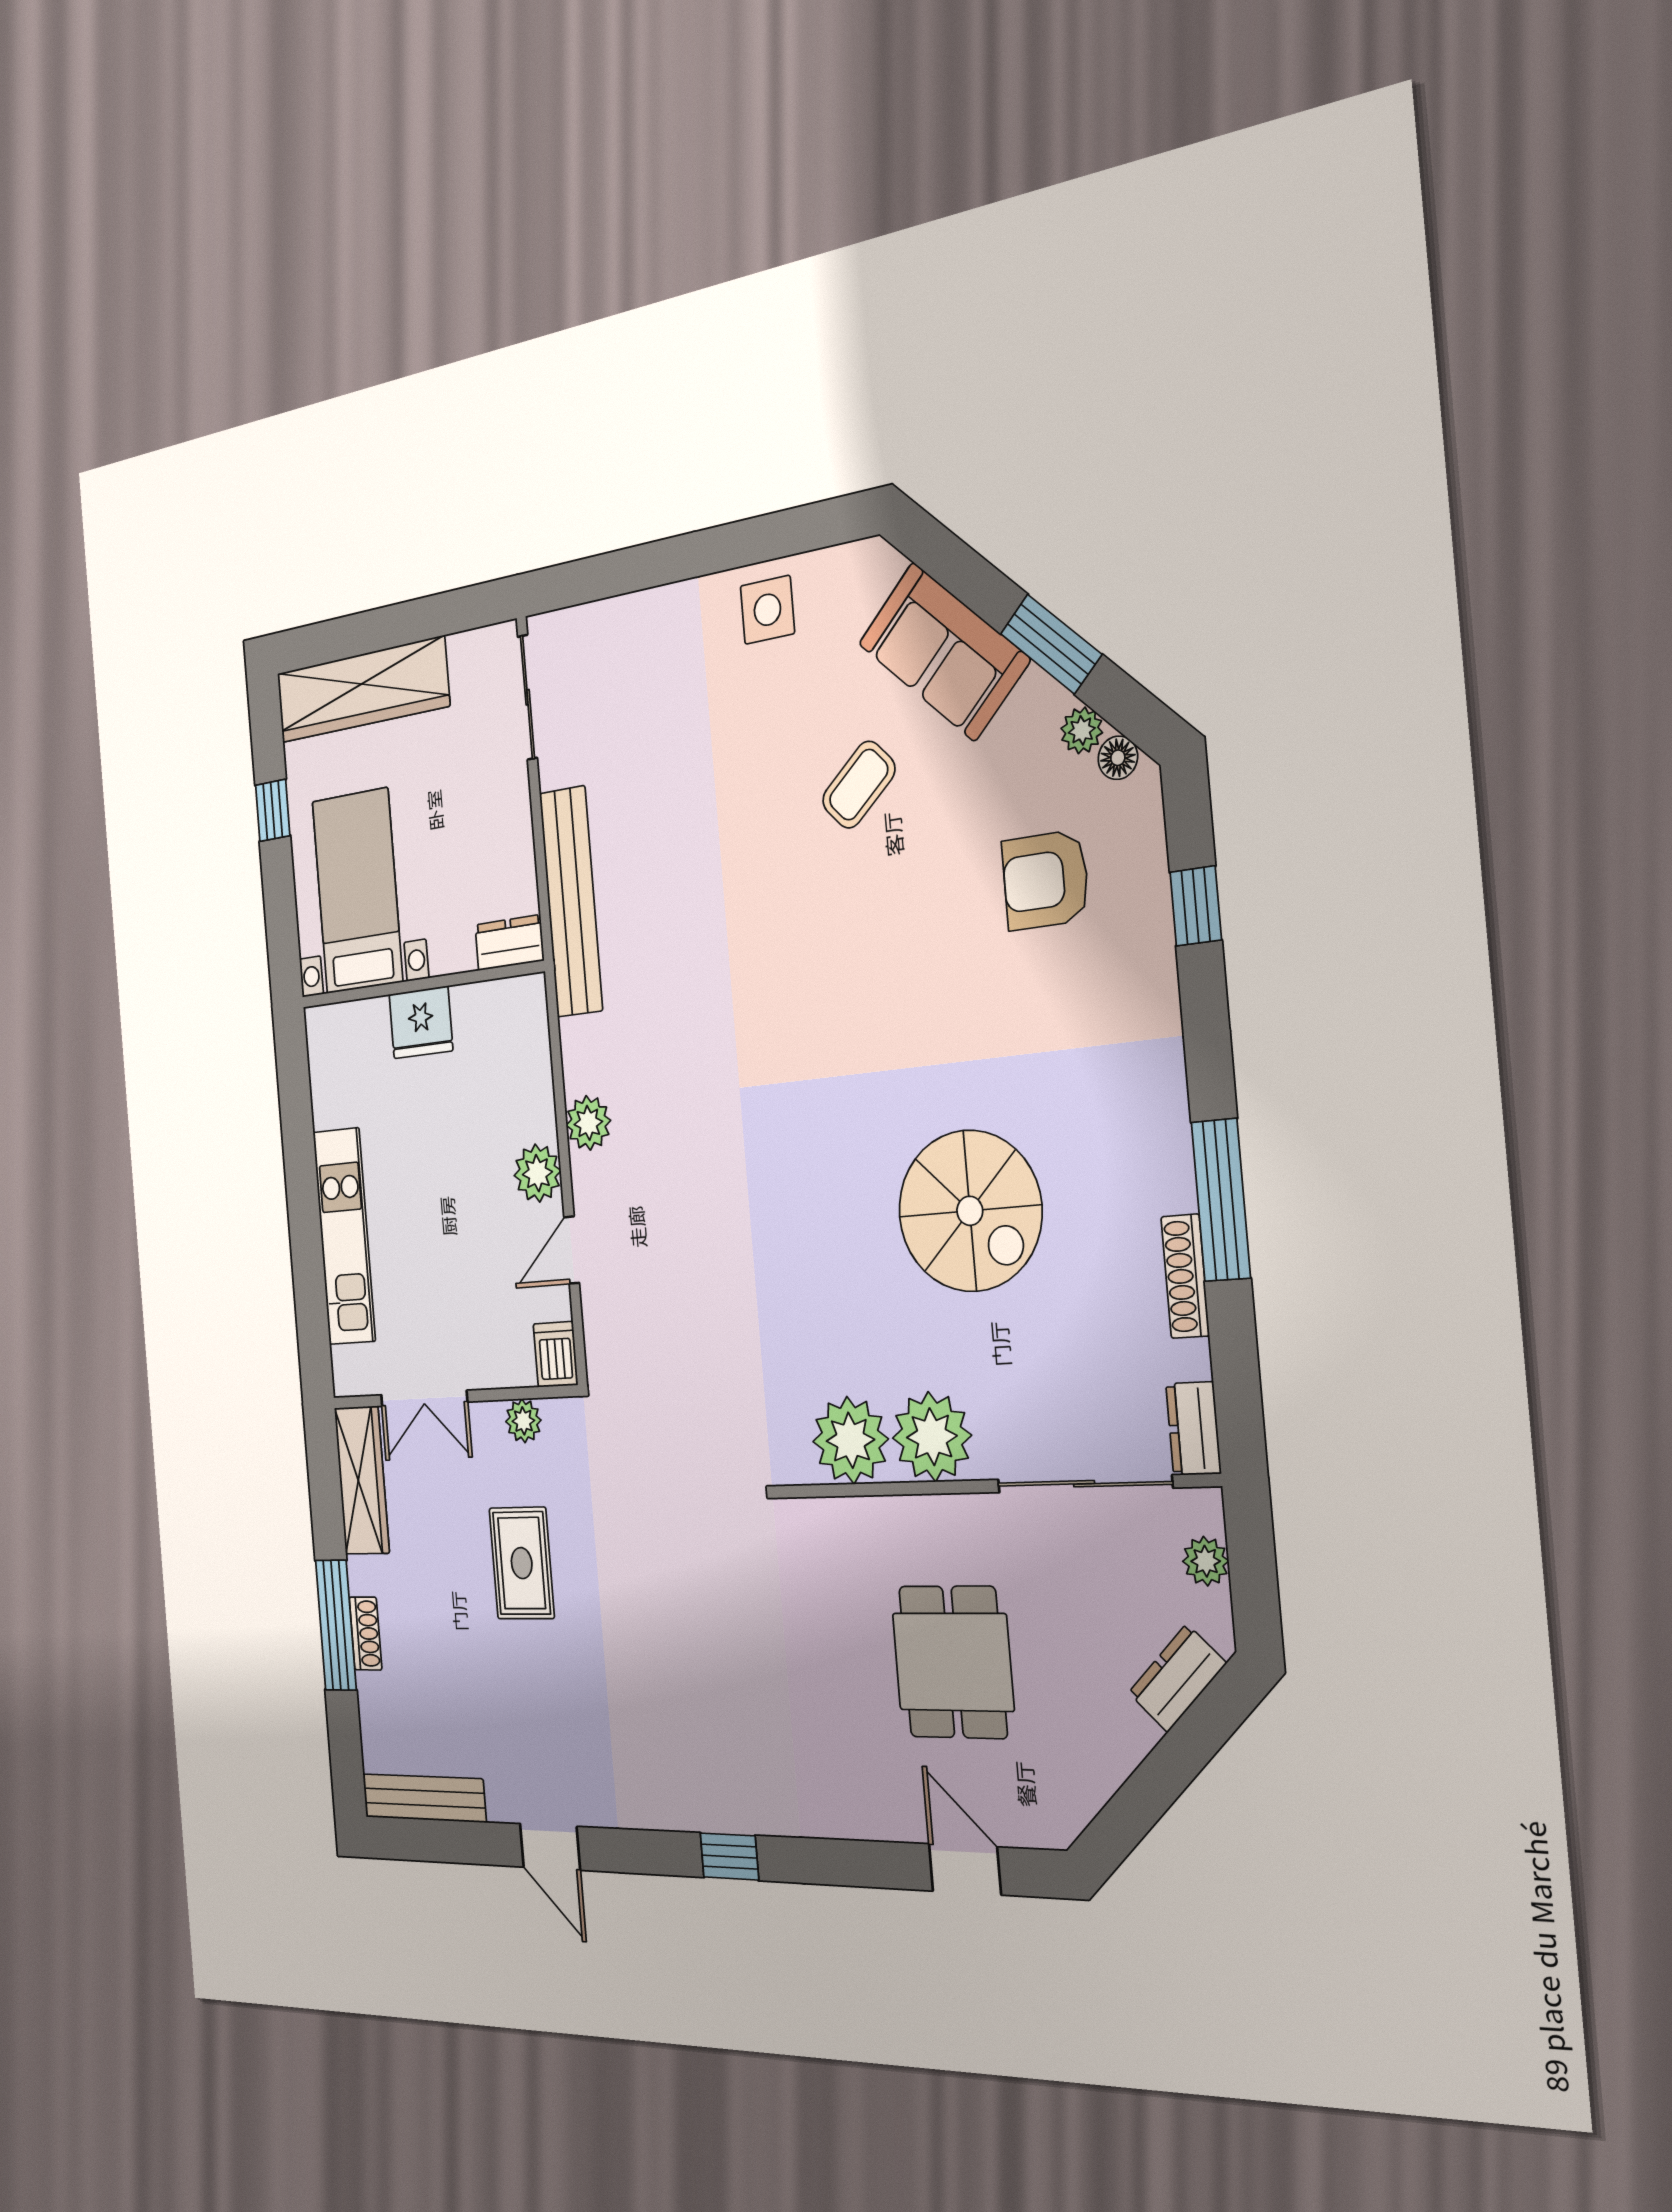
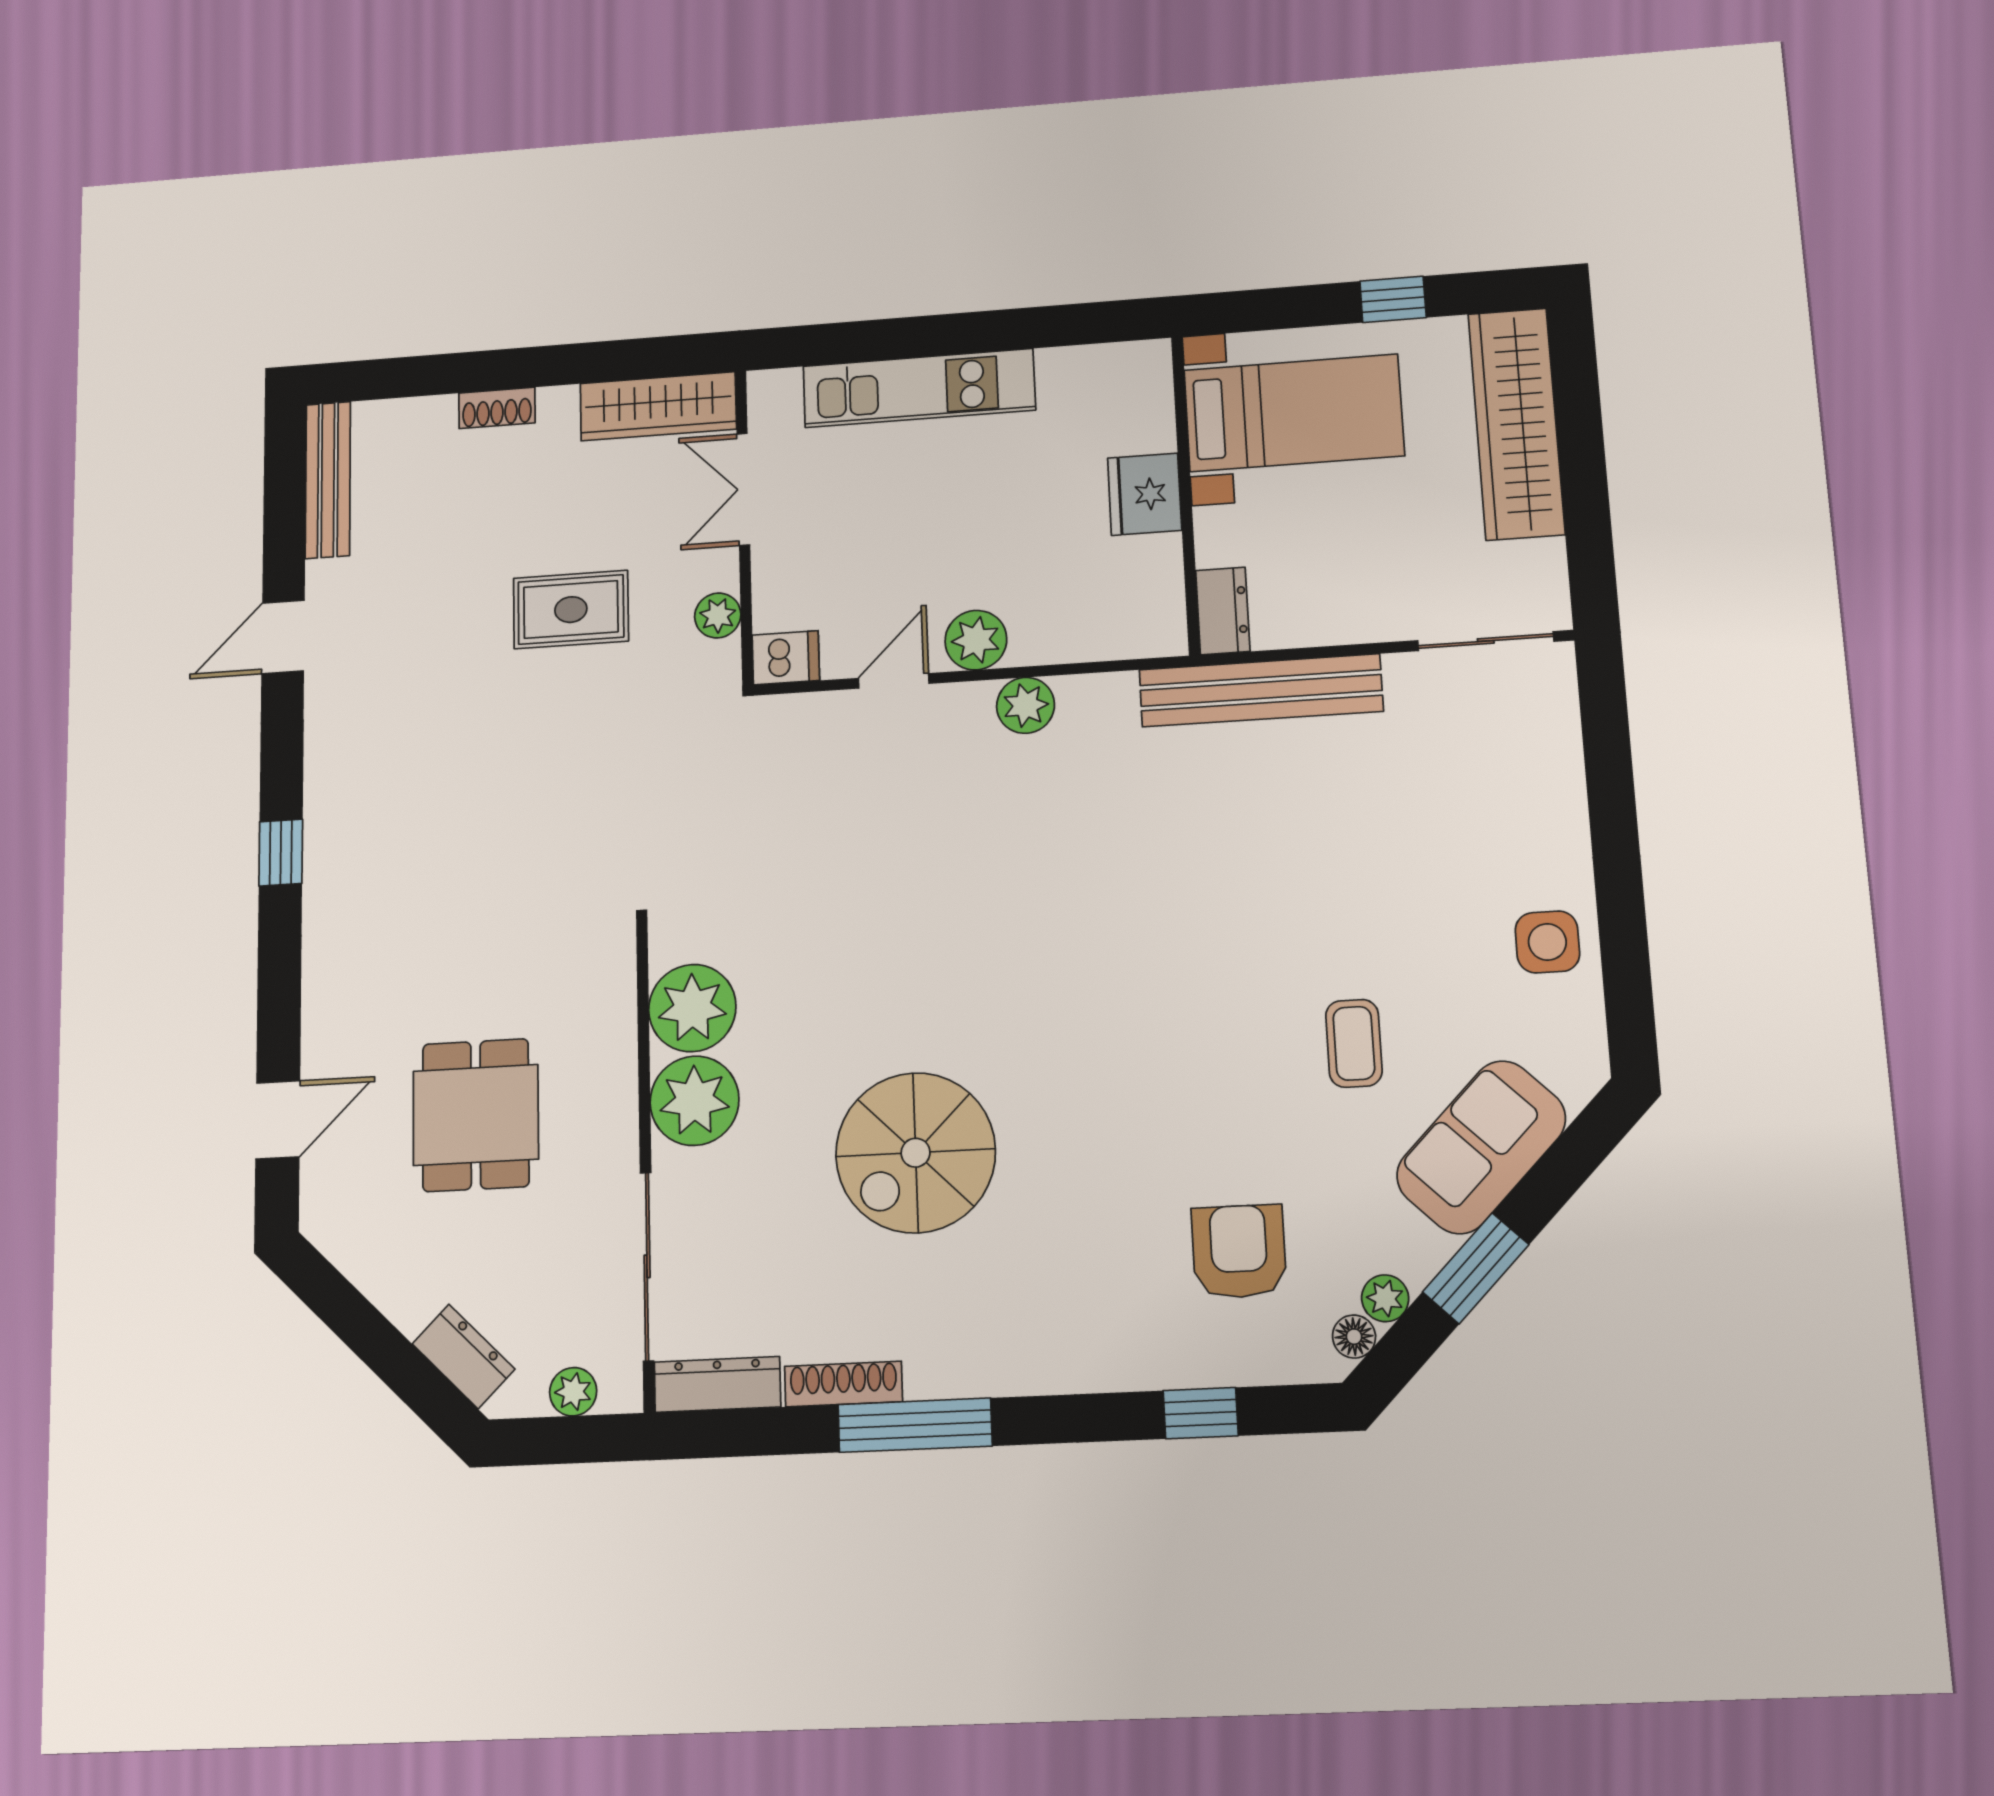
coffee table: (859, 785) -> (1354, 1043), turned 42
door: (572, 1250) -> (894, 681), hinge flipped
dresser: (1193, 1429) -> (717, 1384), width x1.44
window: (336, 1625) -> (506, 369), removed
dining table: (953, 1662) -> (476, 1115), turned 90

